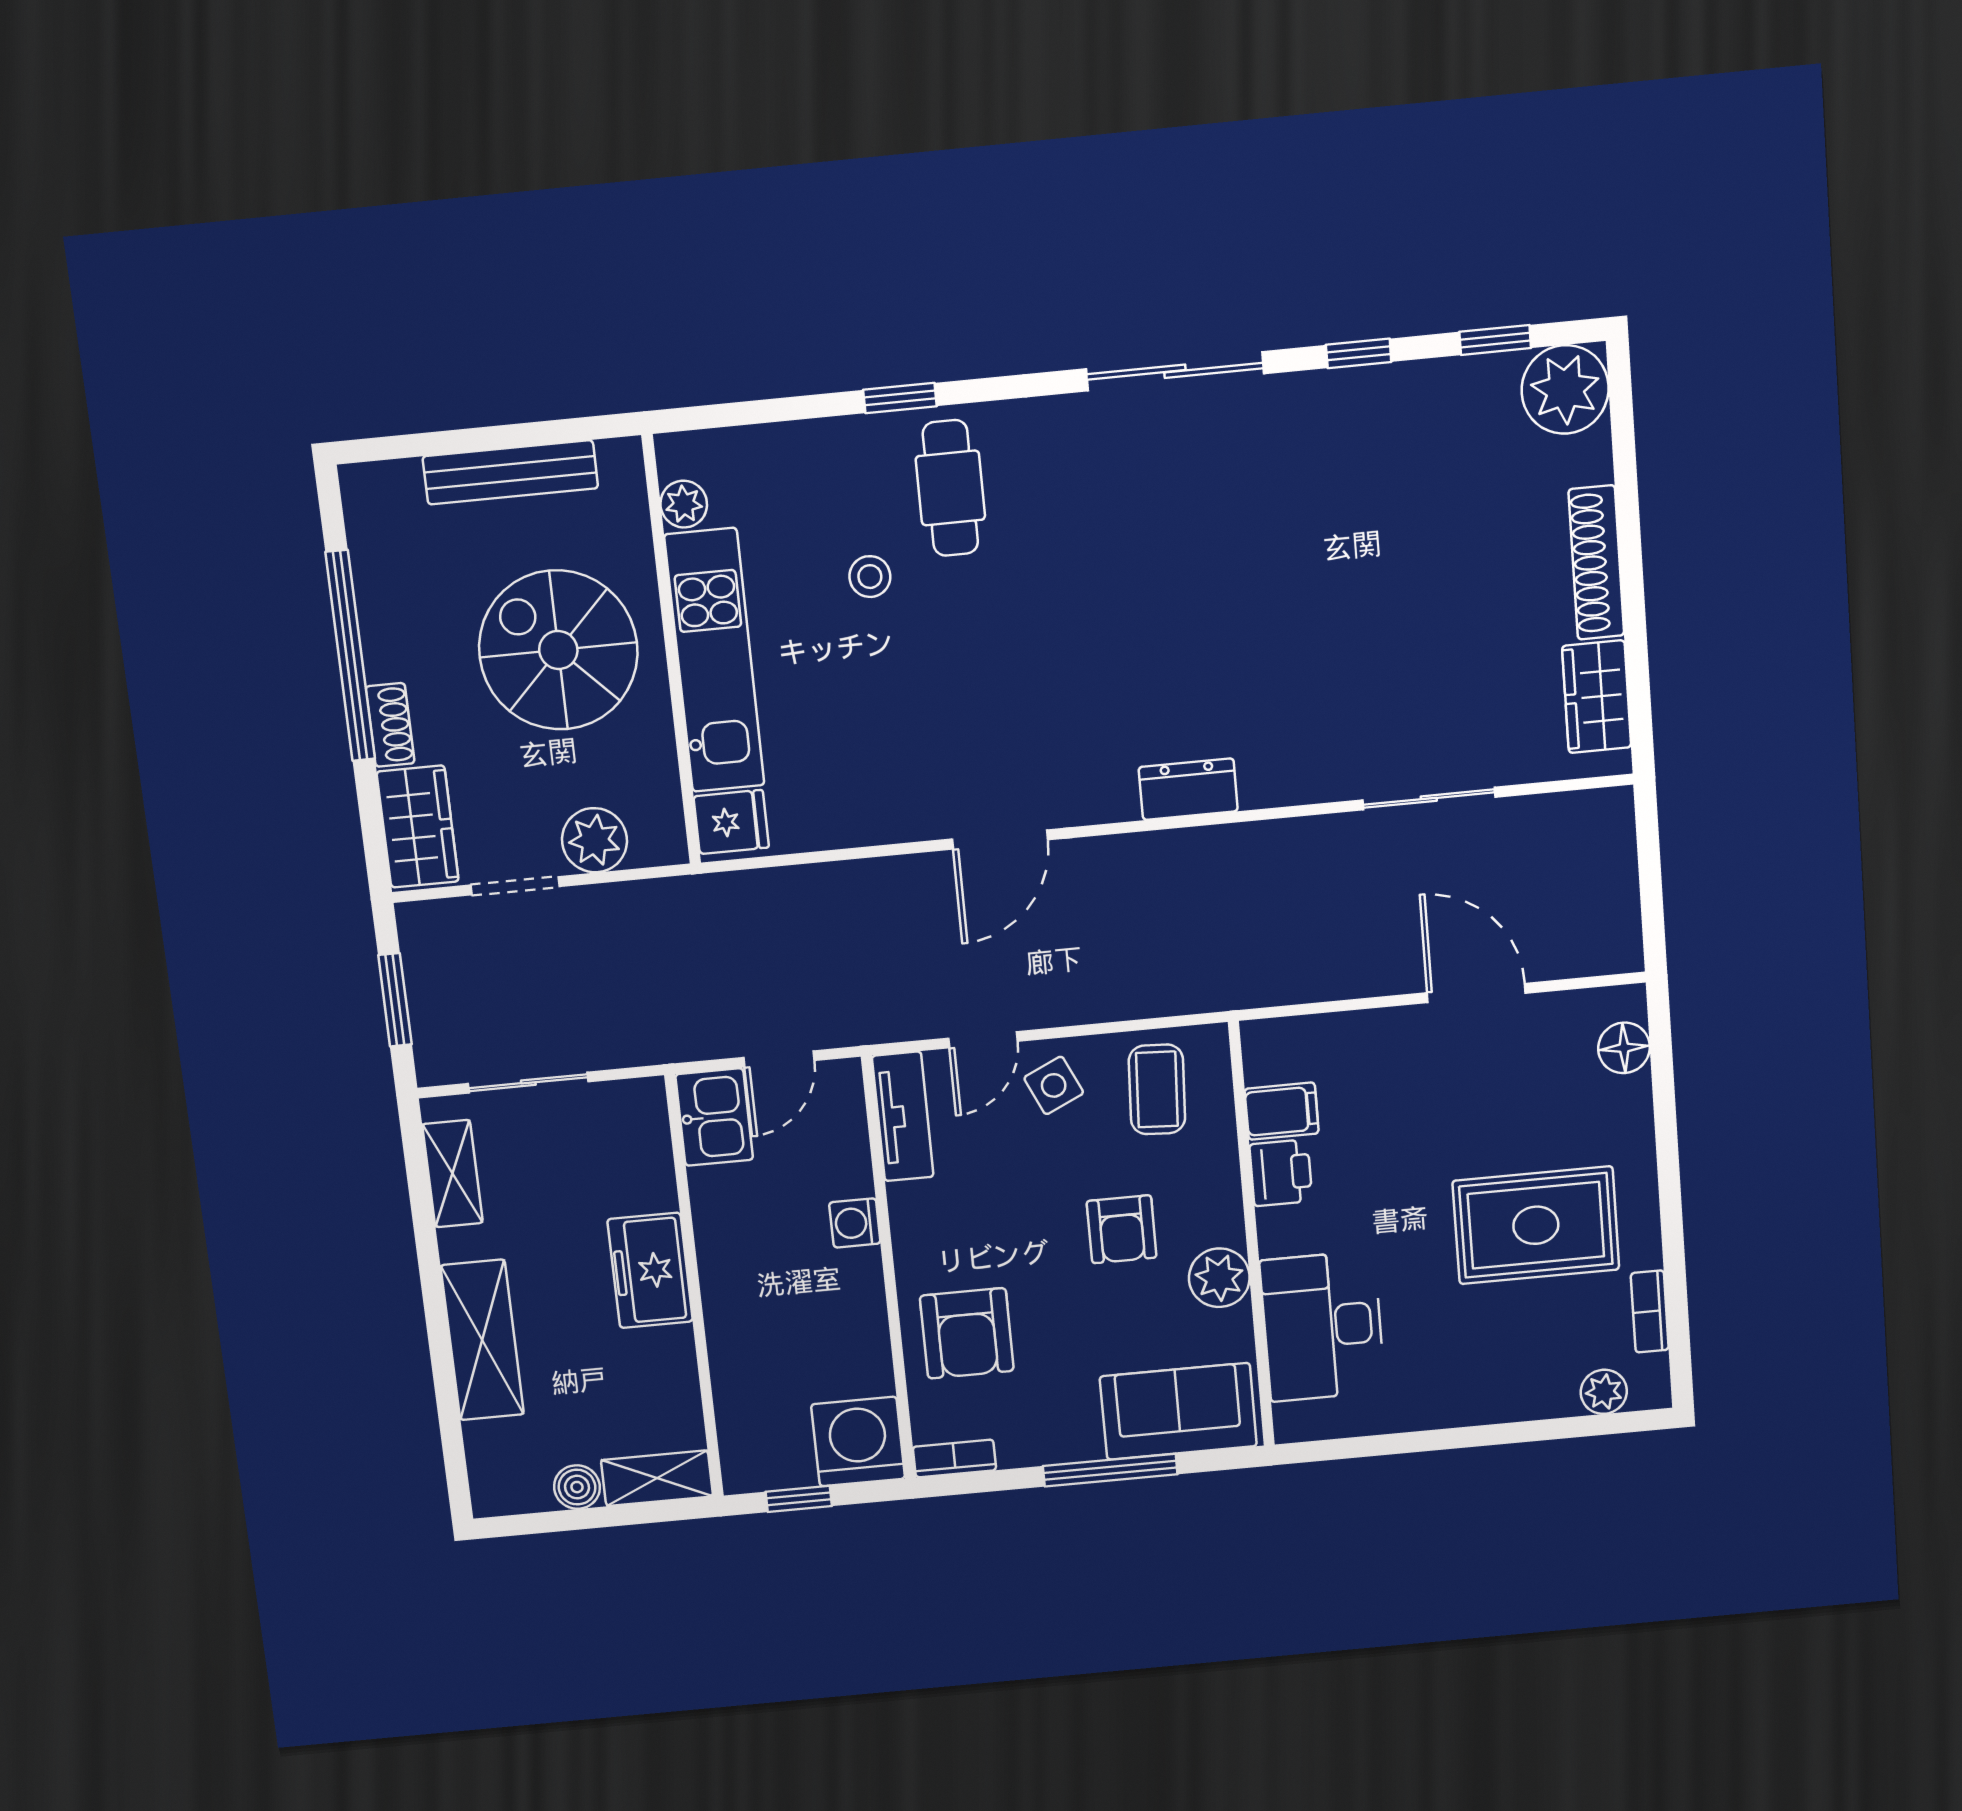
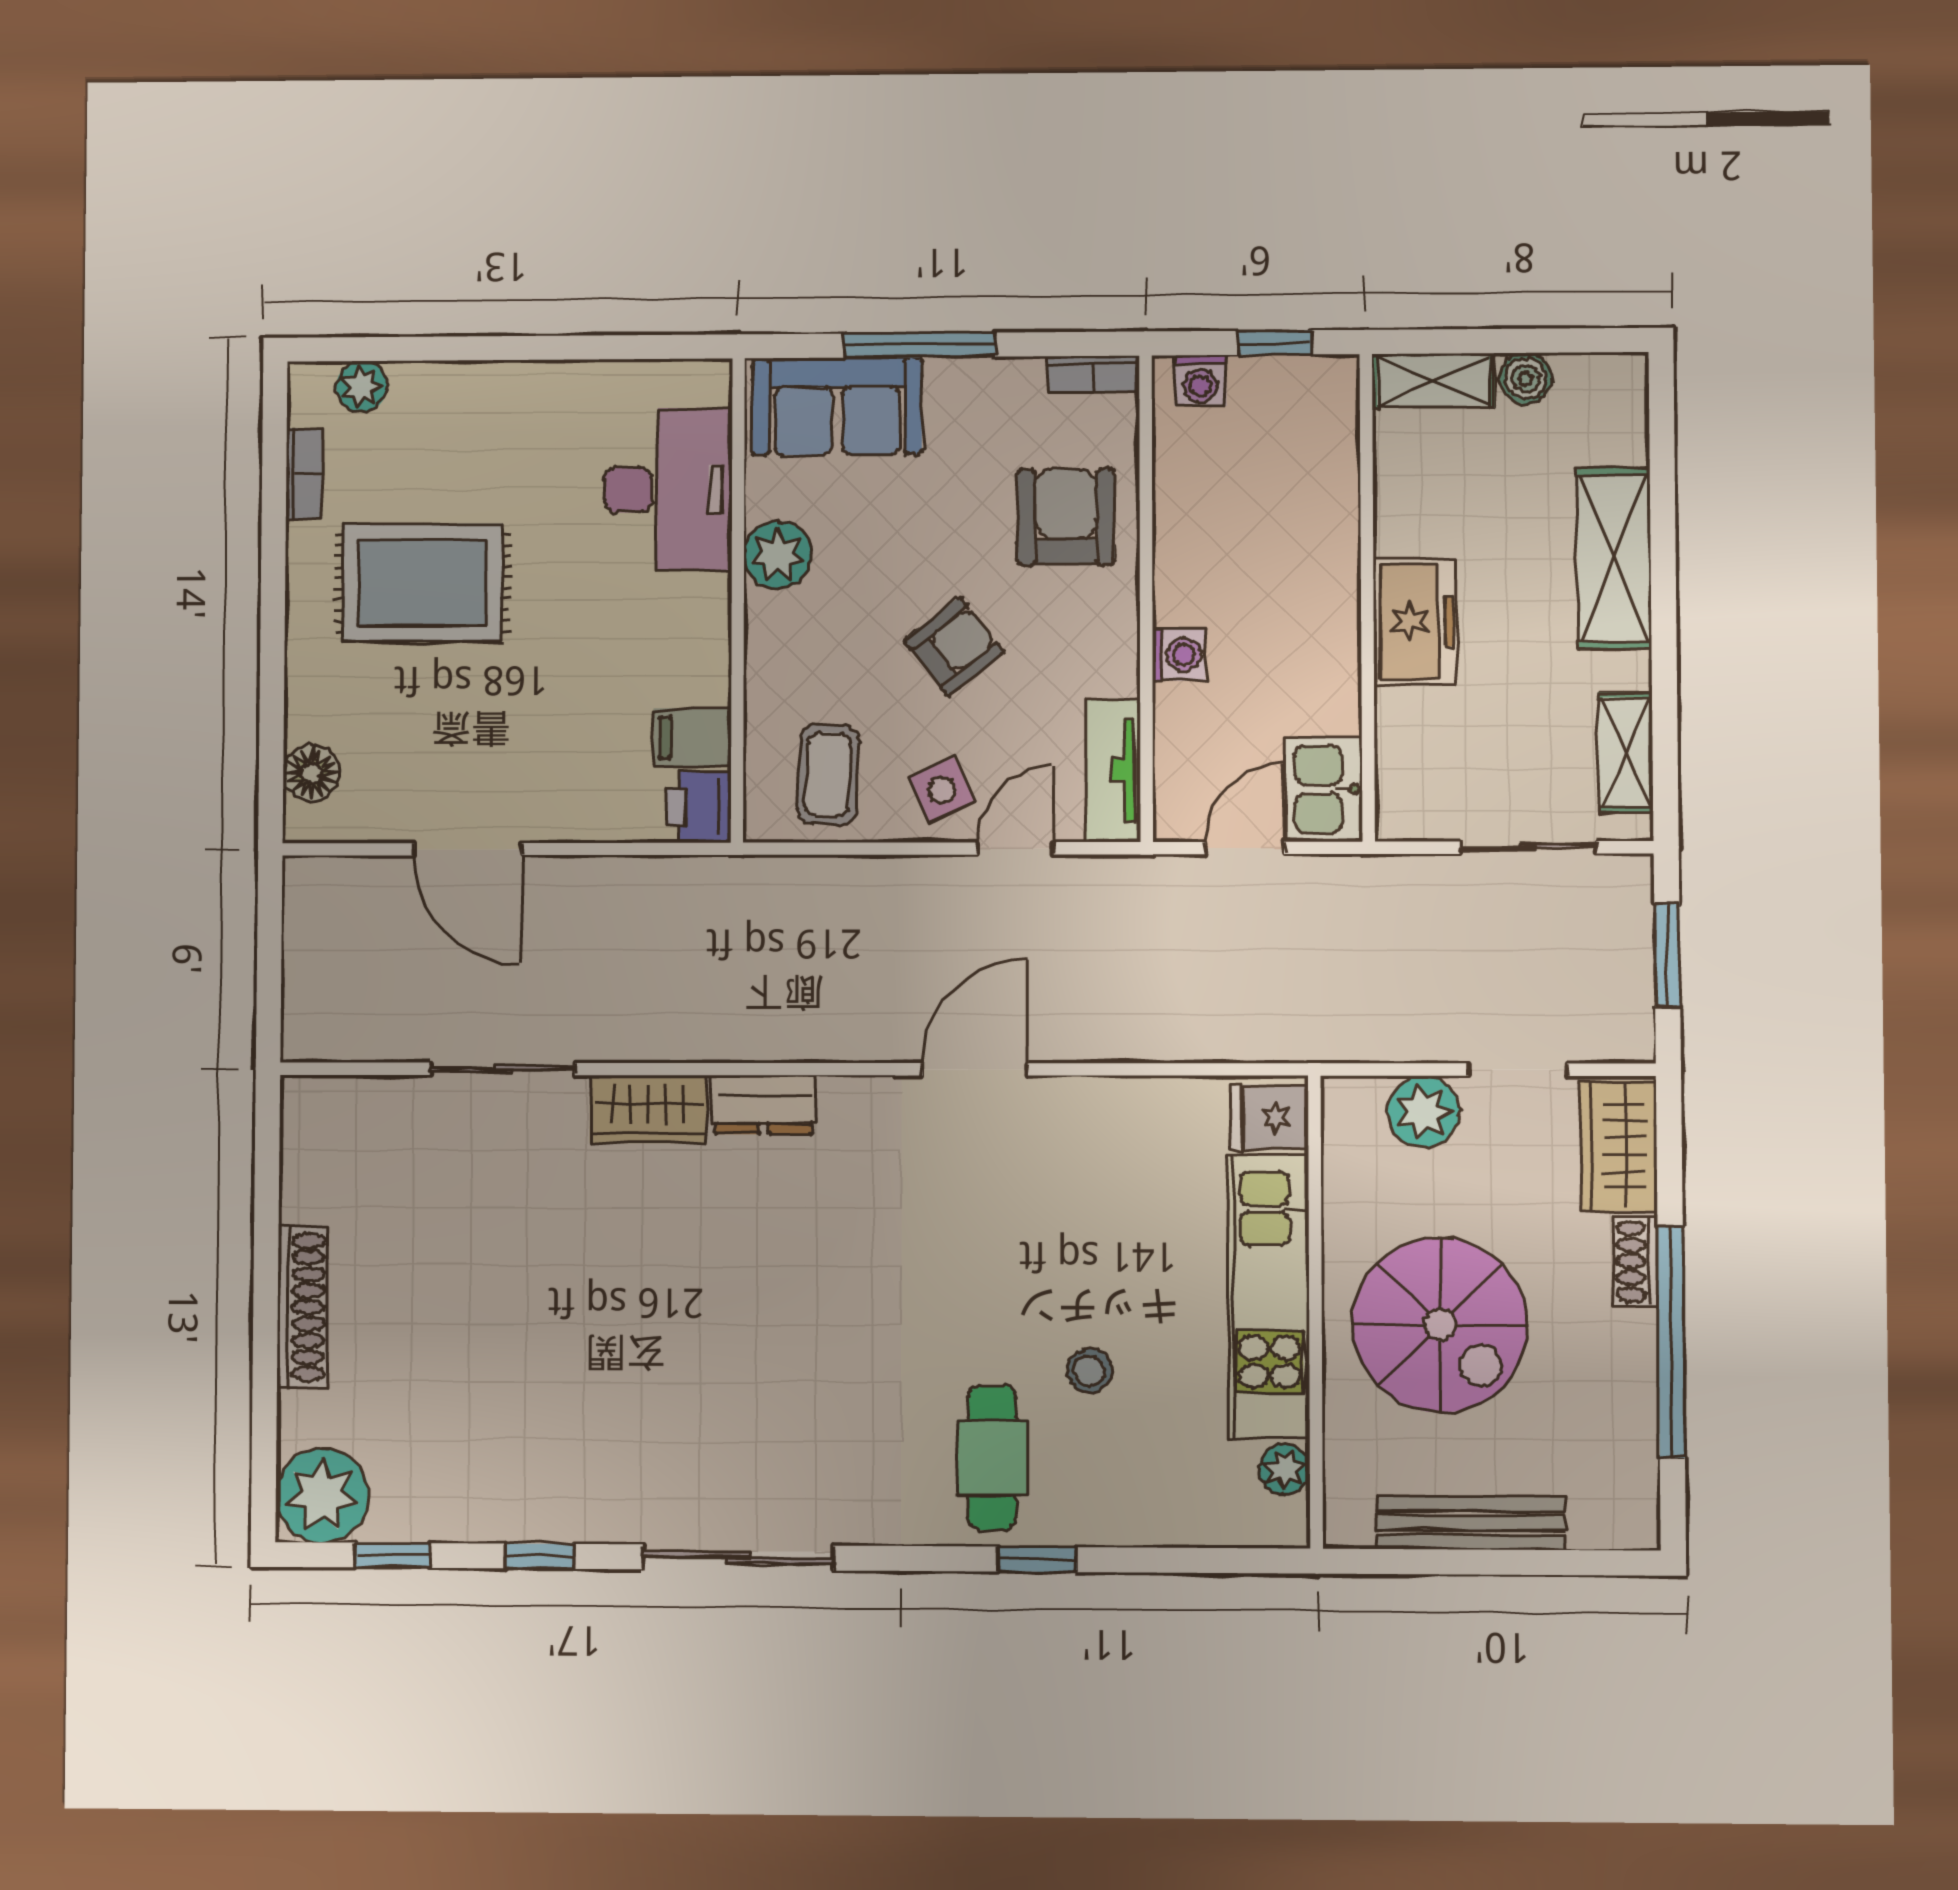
wardrobe: (1597, 697) -> (648, 1109), moved, turned 90
printer: (1281, 1173) -> (699, 807), moved
armchair: (1122, 1229) -> (954, 646), moved, turned 52
washing machine: (858, 1442) -> (1201, 381), width x0.53, depth x0.53

